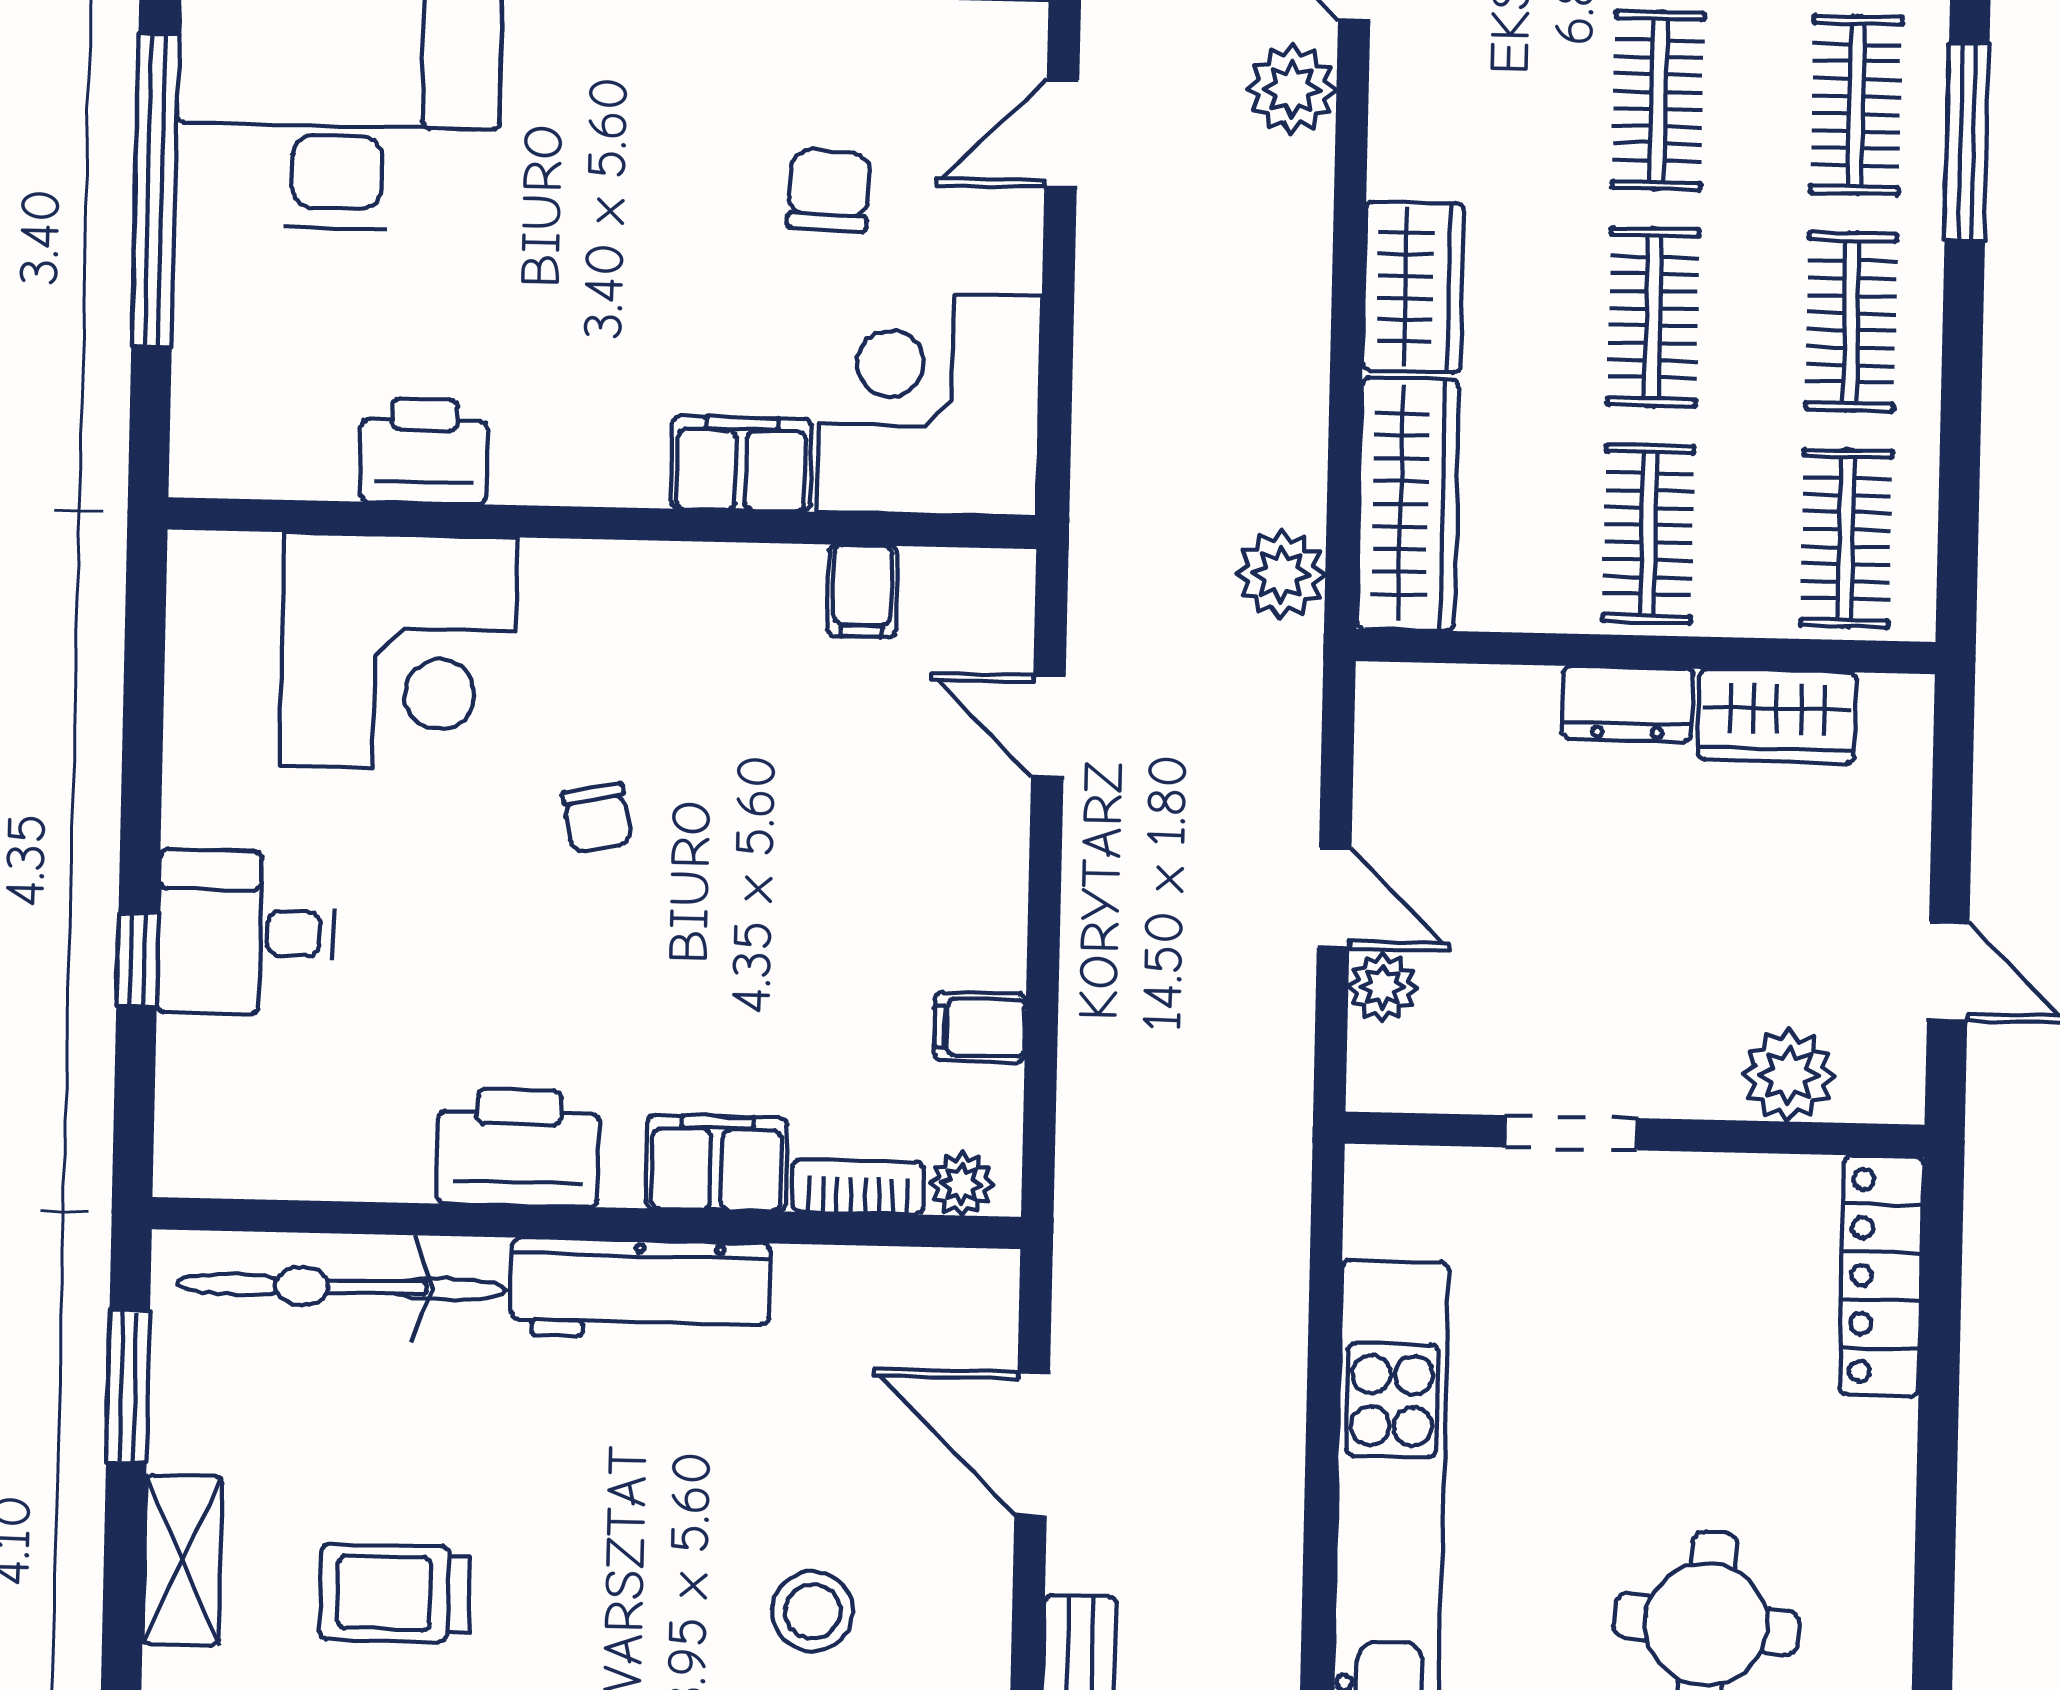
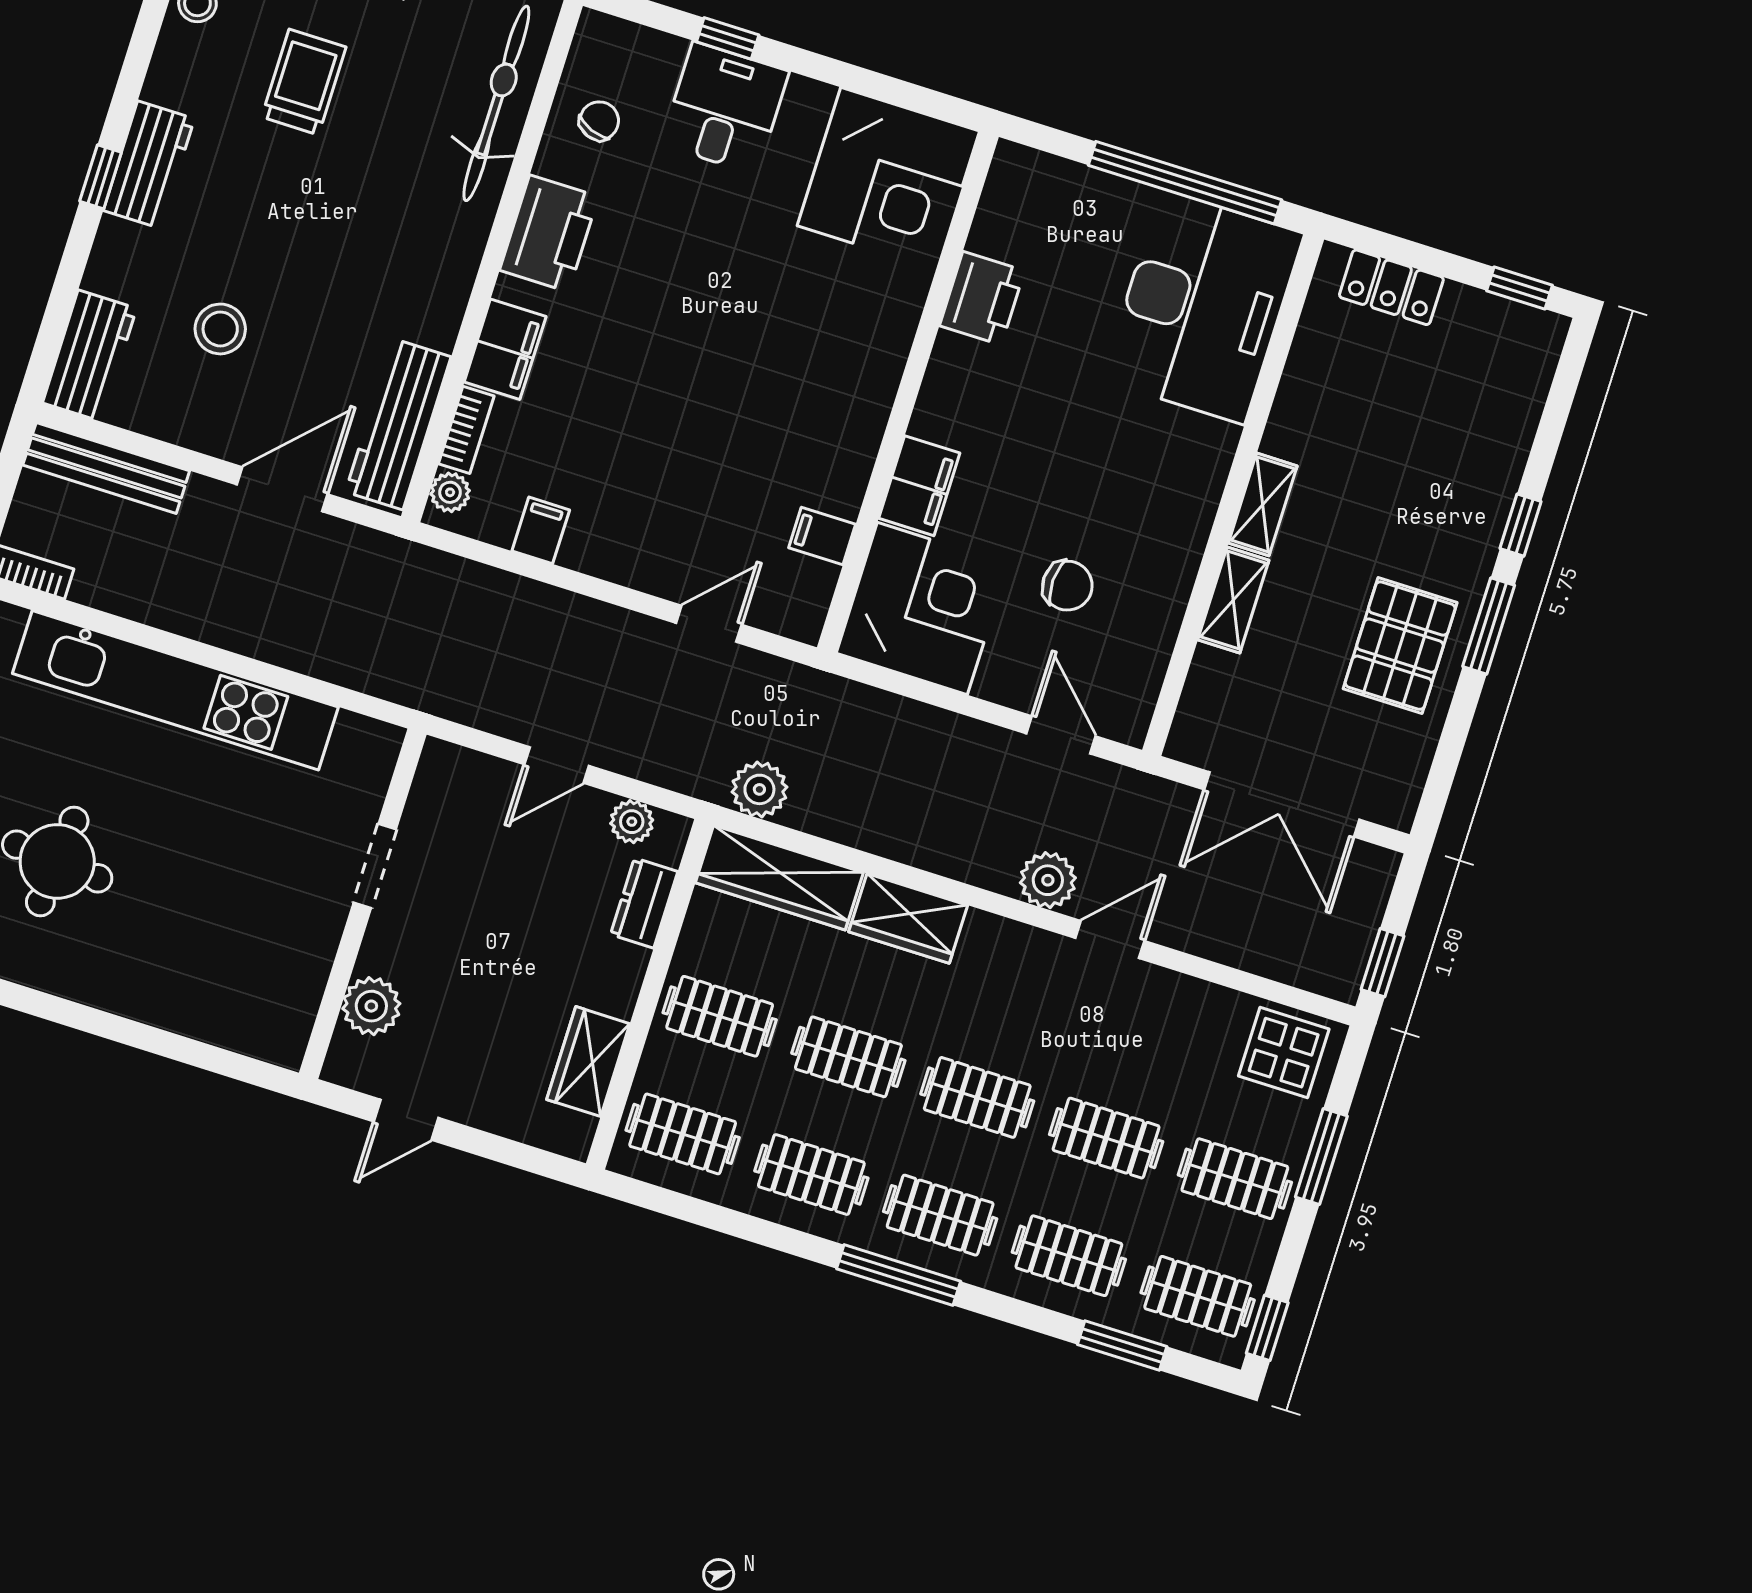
corner desk: (398, 651) -> (888, 178), moved, turned -90
dresser: (1628, 704) -> (644, 903), moved
chair: (597, 818) -> (599, 121), moved, turned 122
plant: (1383, 987) -> (632, 822), moved
locker: (1881, 1276) -> (235, 1027), removed
workbench: (641, 1289) -> (398, 424), moved

